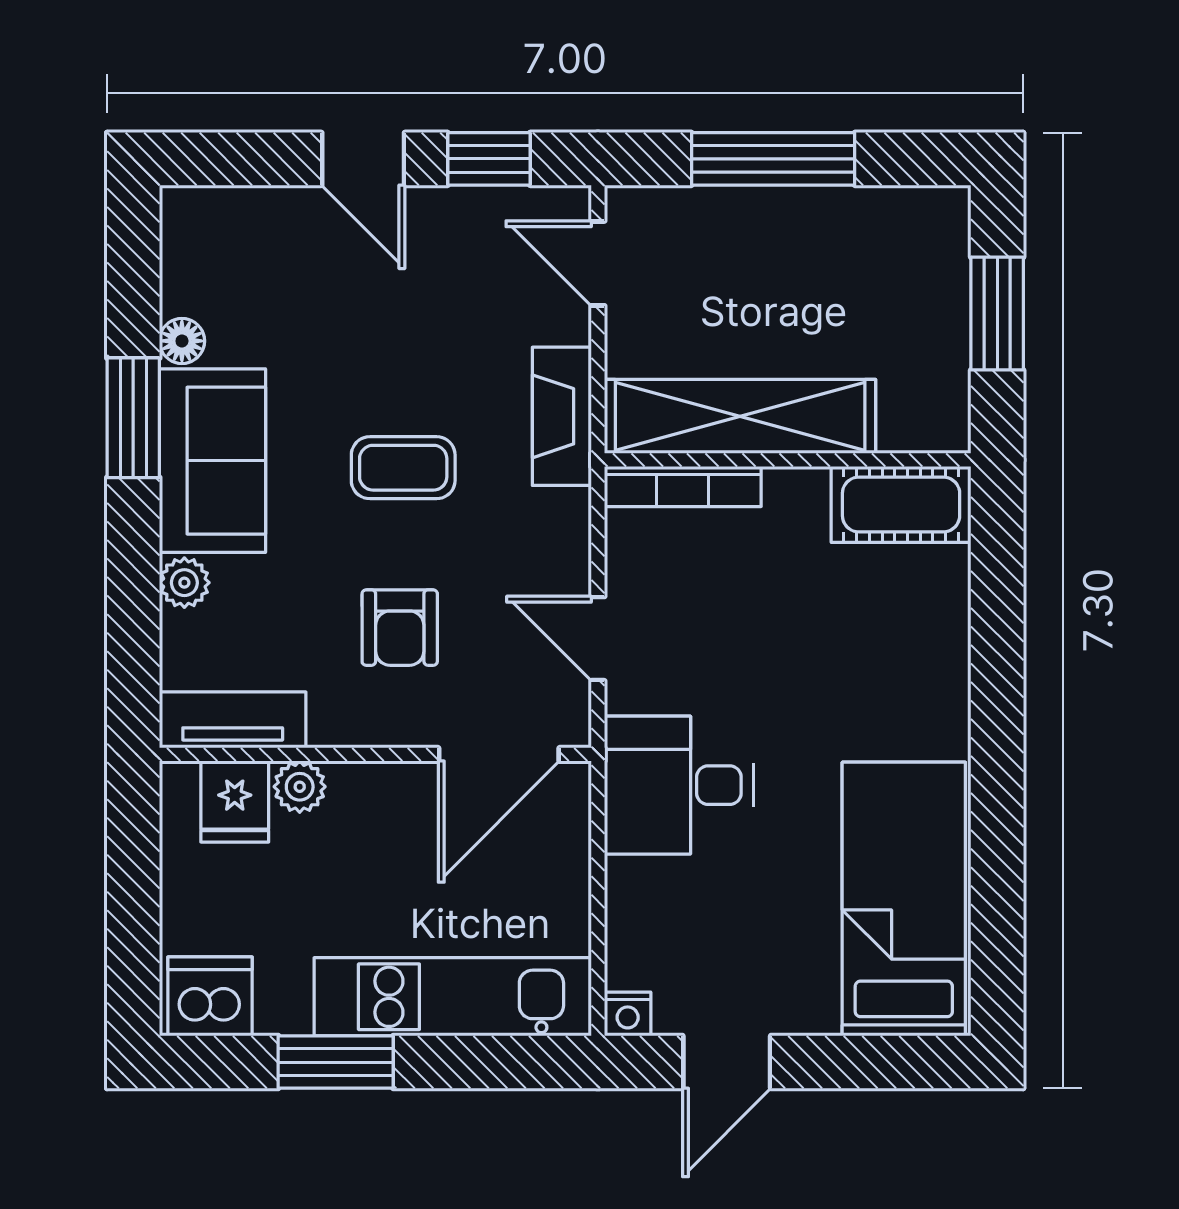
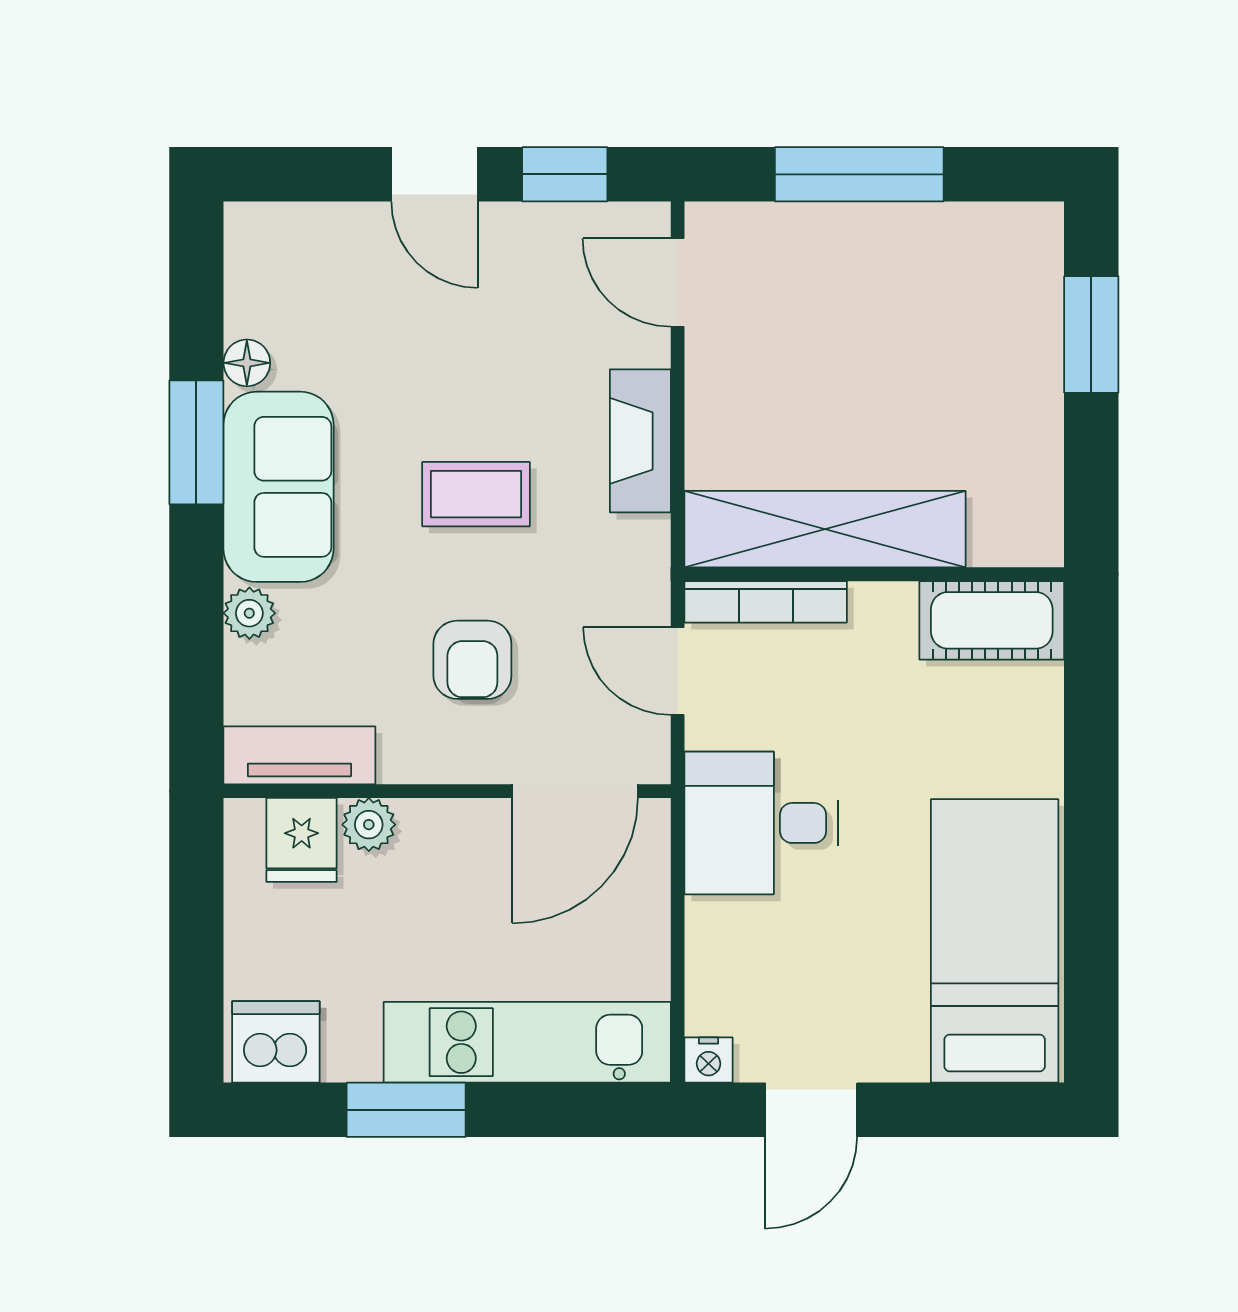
shelving: (740, 416) -> (825, 529), moved
wall: (788, 460) -> (874, 574), moved
bookcase: (683, 487) -> (766, 602), moved
cot: (901, 504) -> (992, 620), moved

